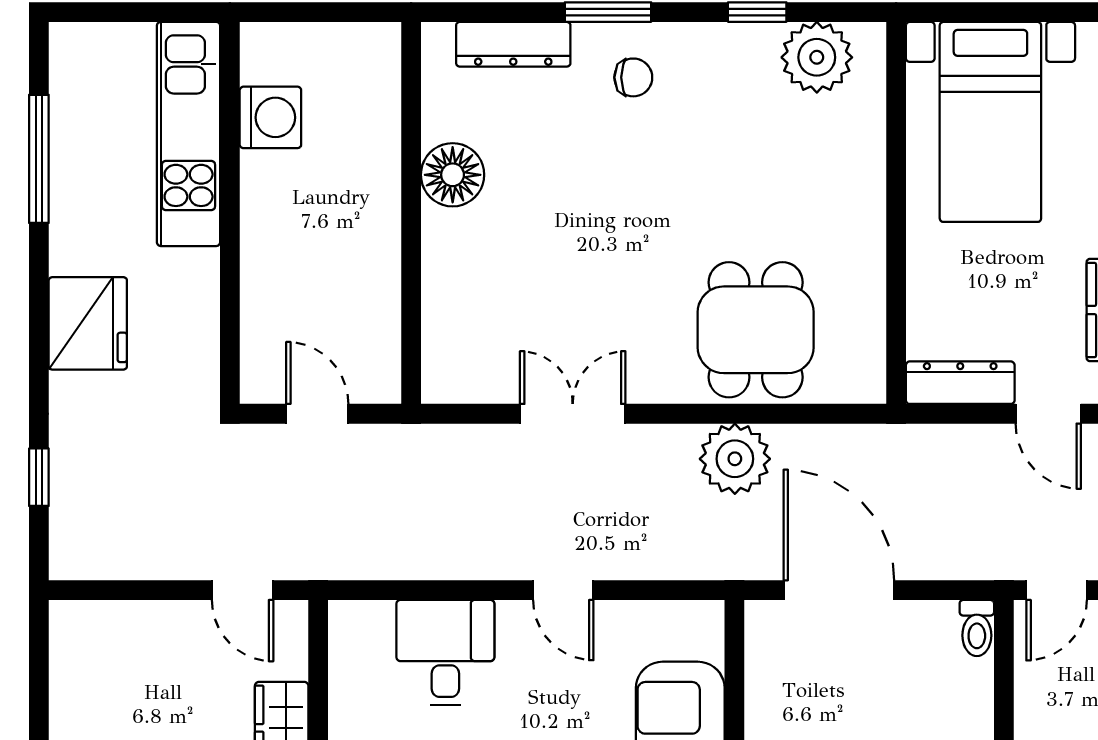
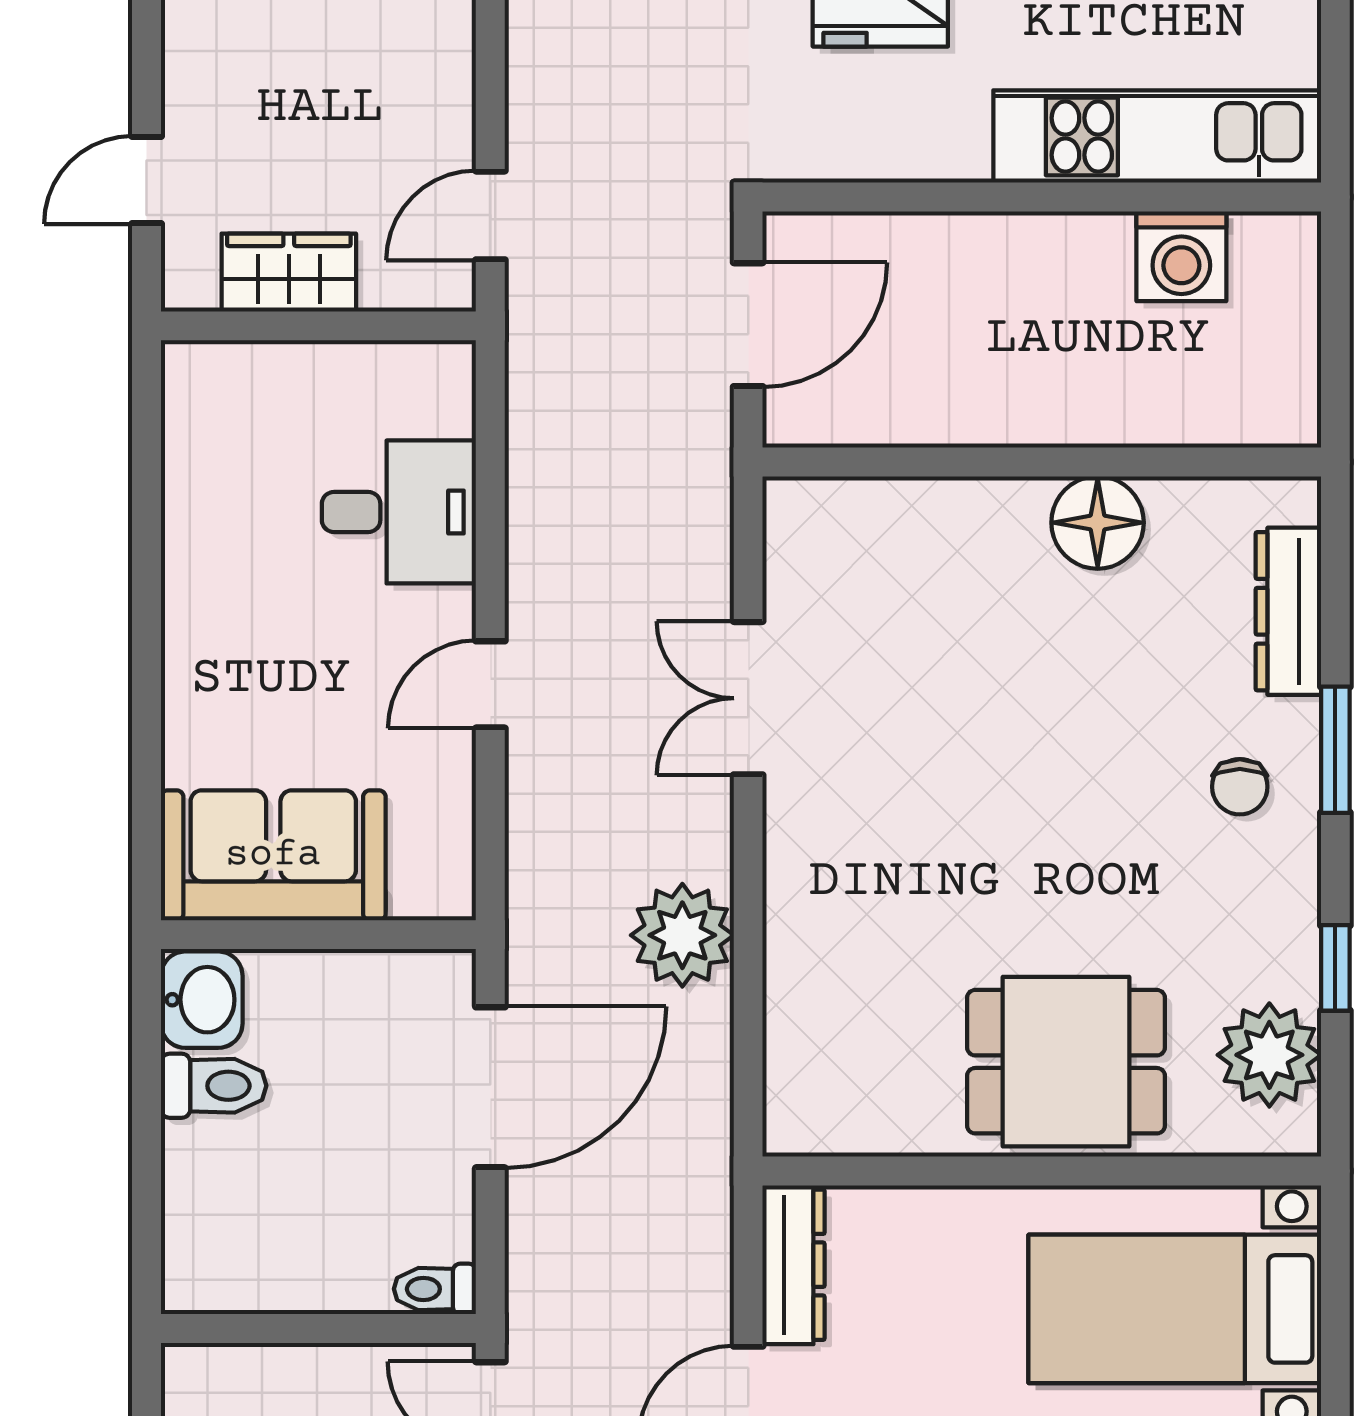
dining table: (756, 330) -> (1066, 1062), moved
door: (317, 414) -> (748, 325), width x1.38
double door: (573, 414) -> (748, 698), swing flipped

